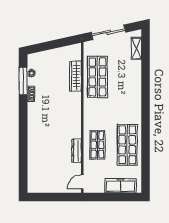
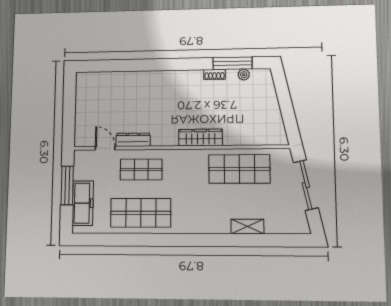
shelving: (136, 48) -> (247, 227), moved
wardrobe: (75, 76) -> (200, 137), moved
door: (82, 182) -> (105, 148), moved
window: (108, 197) -> (67, 185), added

